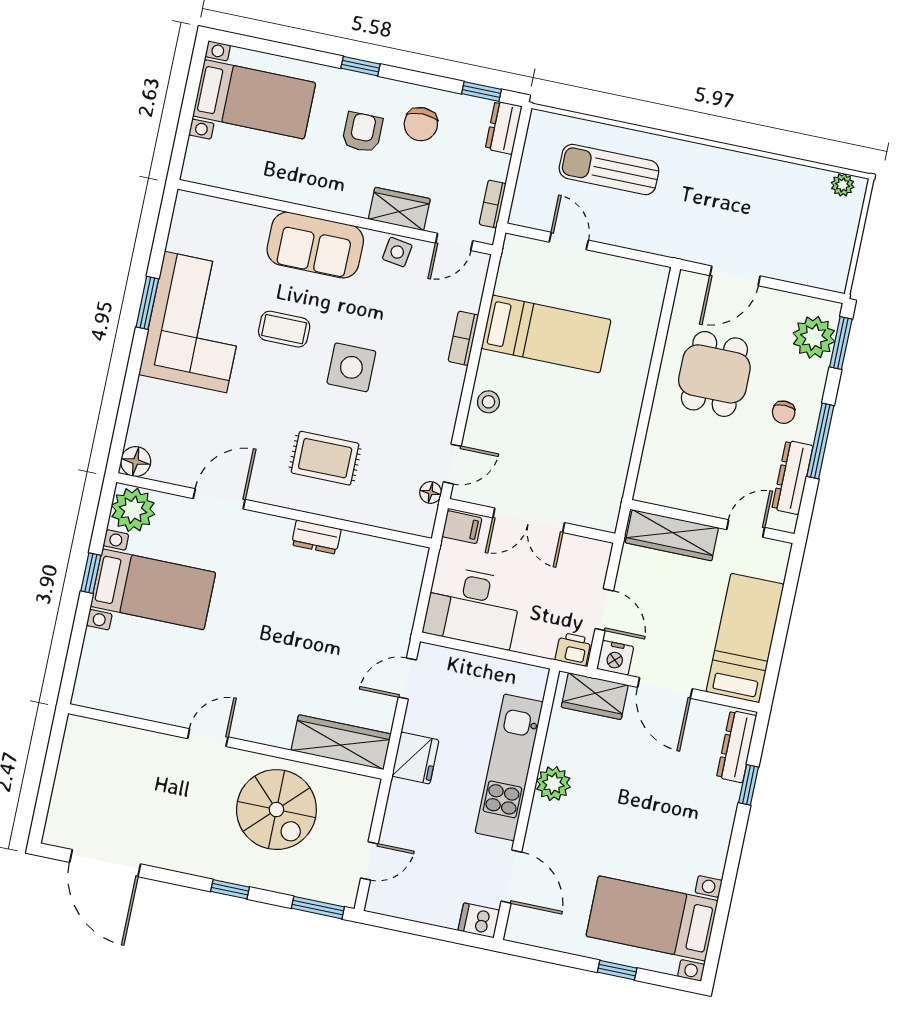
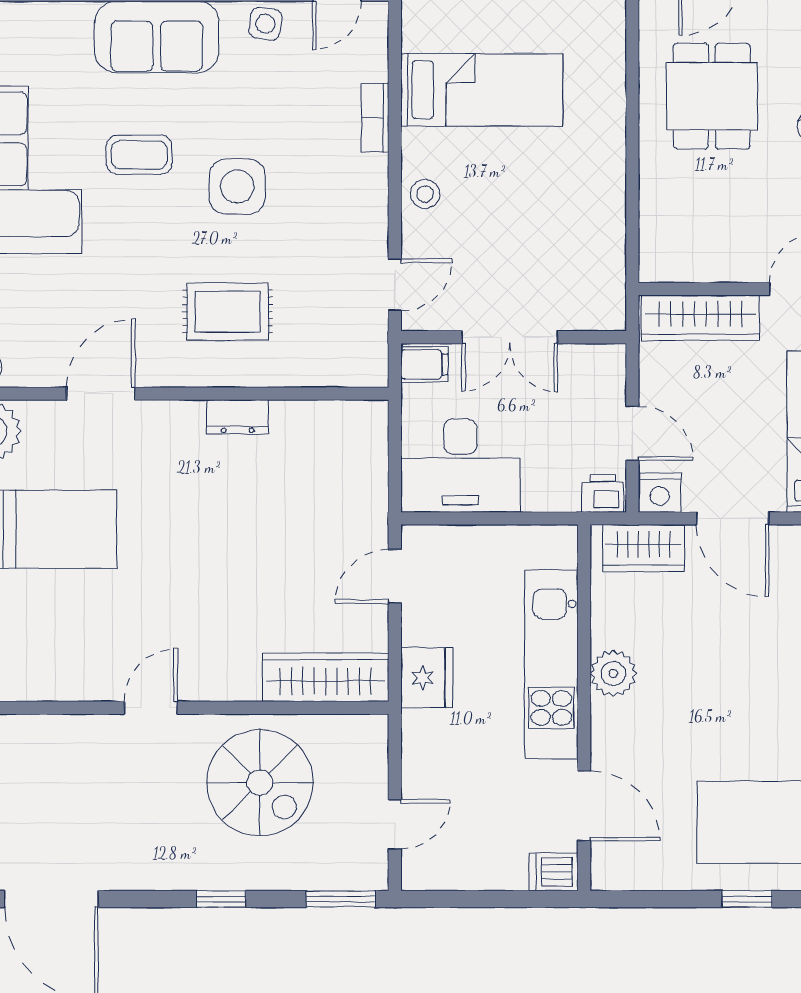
floor lamp: (431, 492) -> (374, 328), removed

